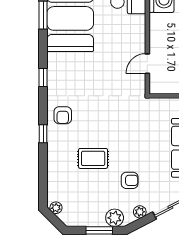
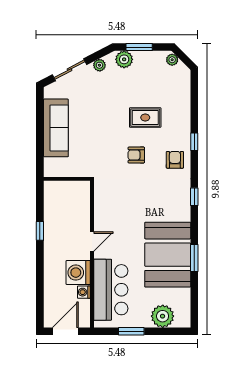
door: (147, 64) -> (92, 242), moved
armchair: (130, 180) -> (136, 155), moved
plant: (56, 208) -> (172, 60), moved

